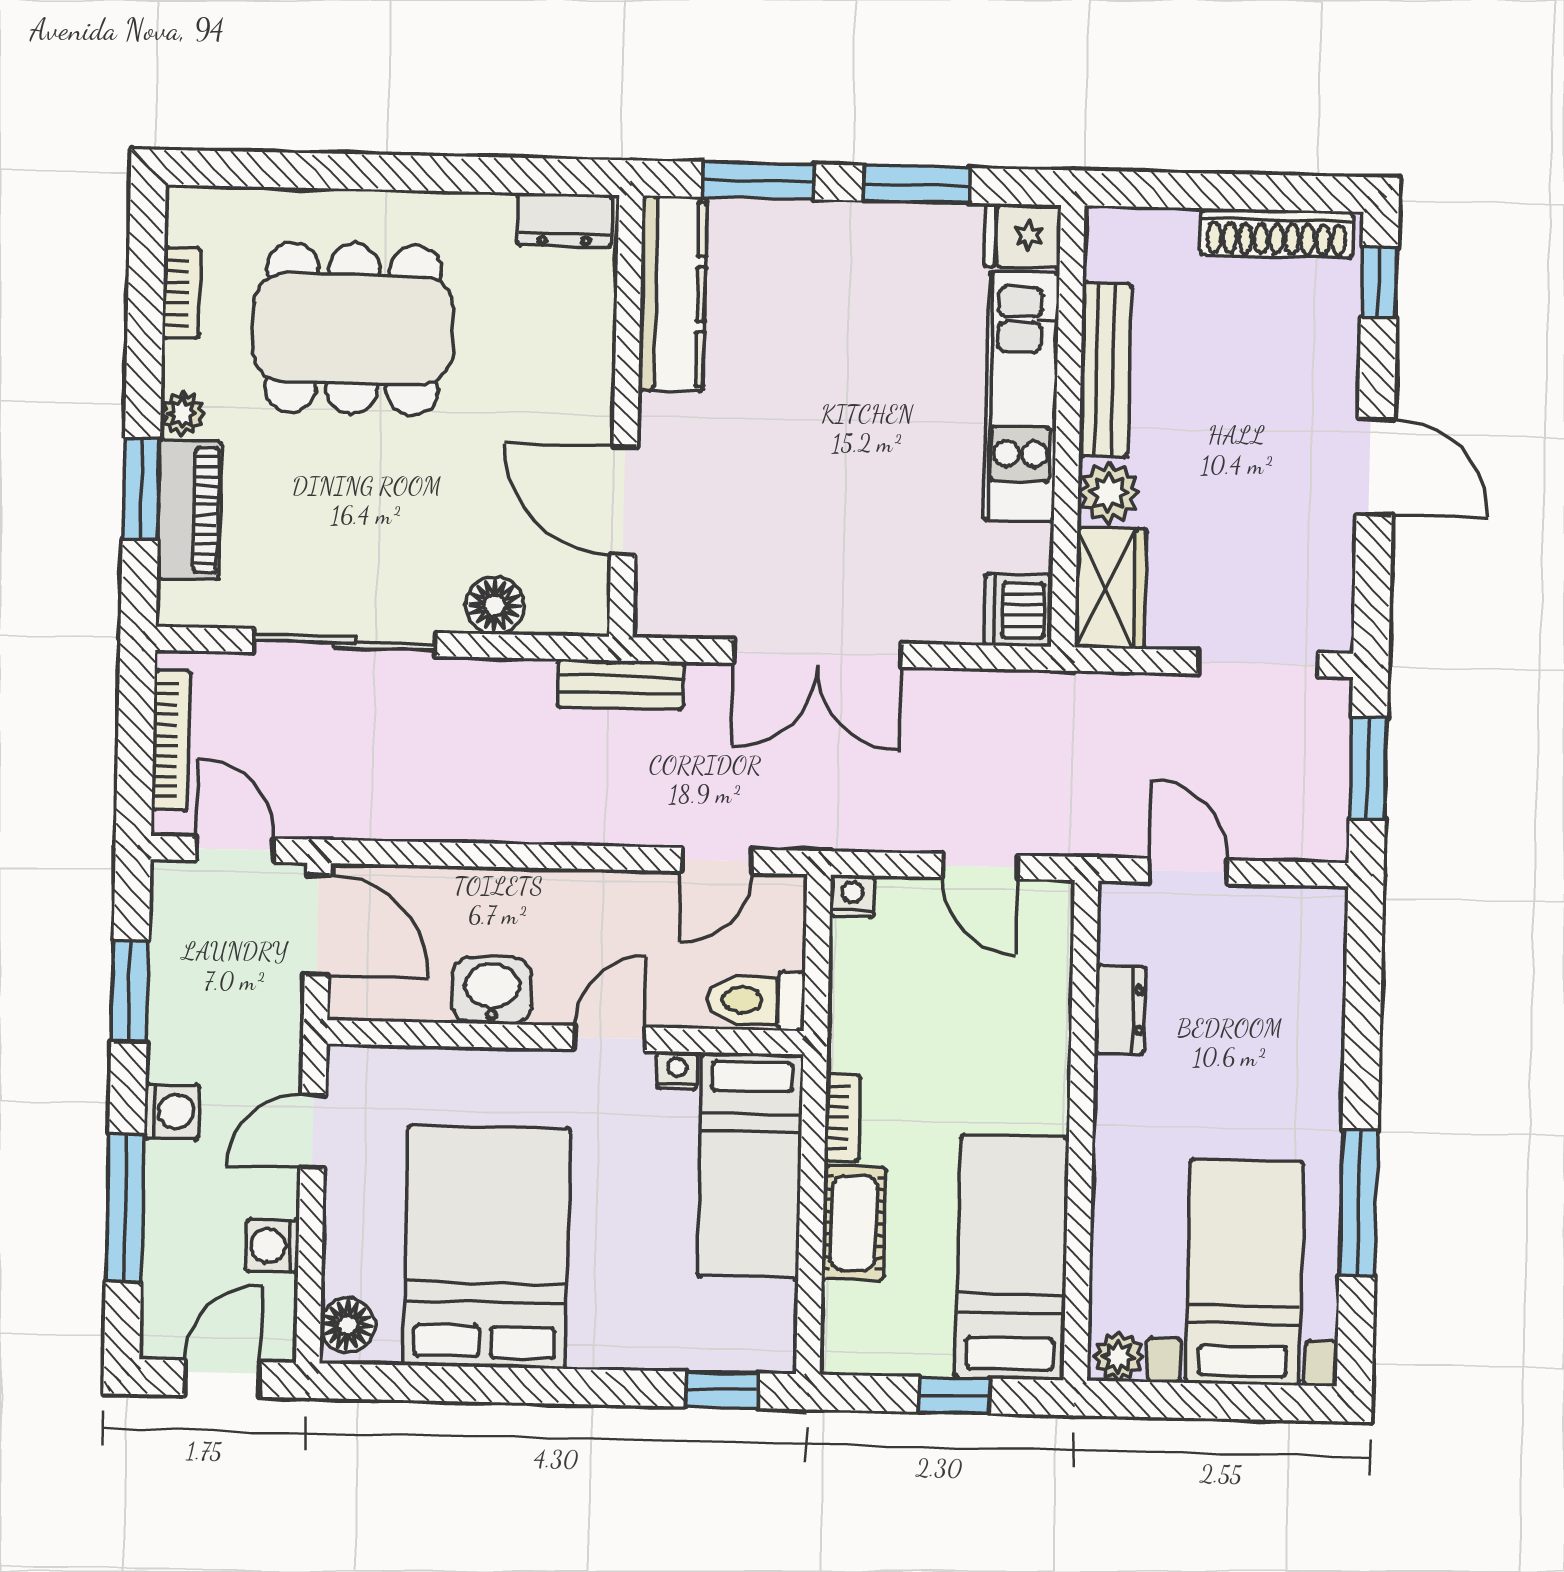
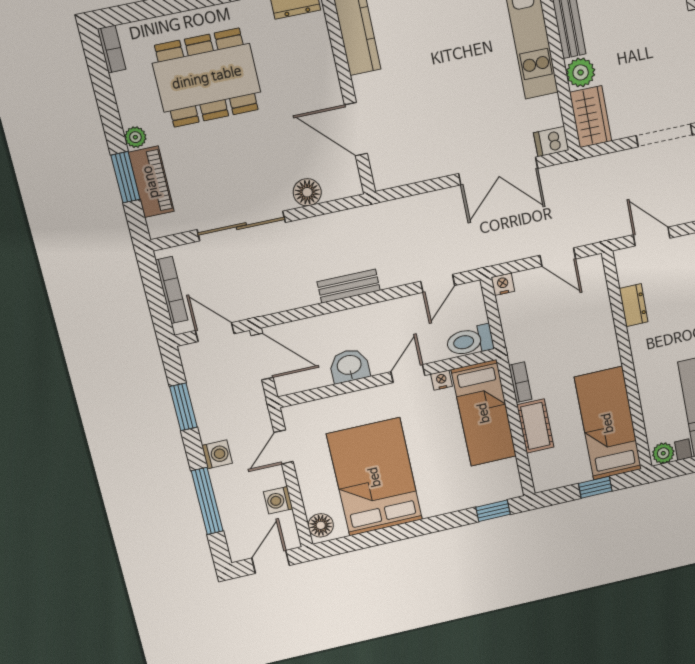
bookcase: (181, 293) -> (112, 49), moved
dishwasher: (1018, 610) -> (551, 141), width x0.73
double door: (817, 653) -> (498, 171), moved
bench: (621, 684) -> (349, 286), moved

